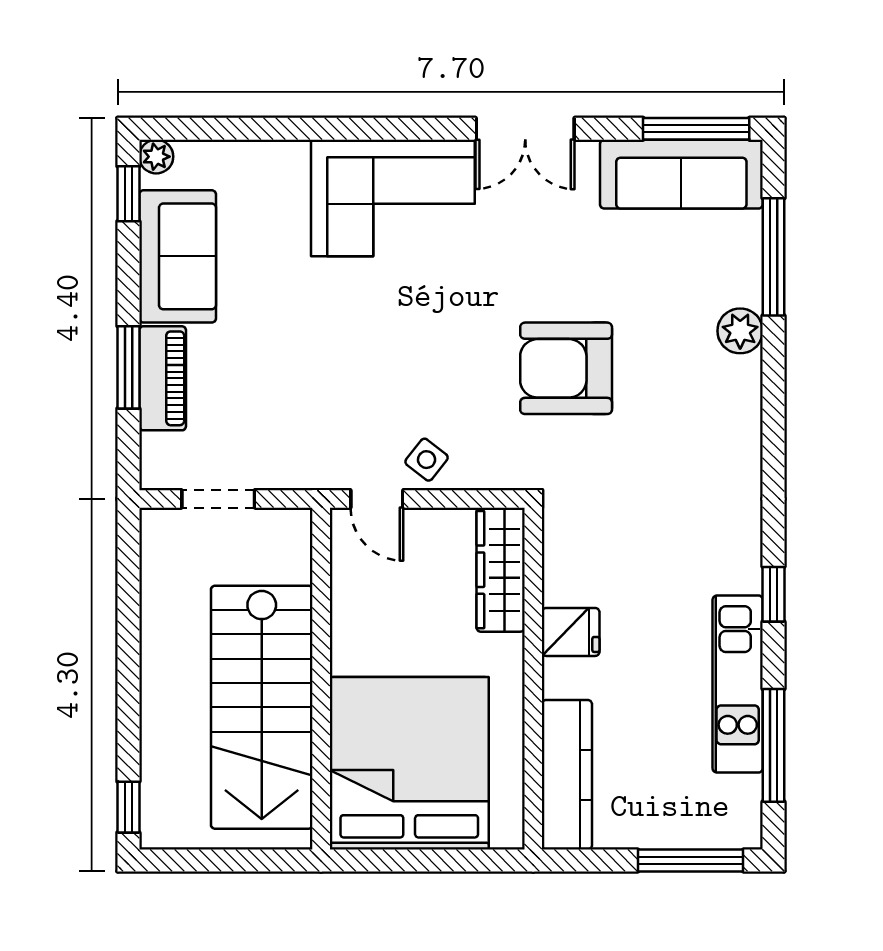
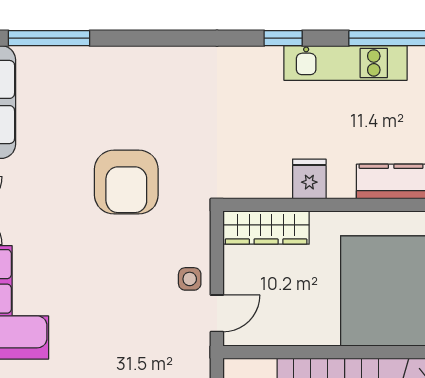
plant: (740, 331) -> (100, 61), removed
side table: (427, 460) -> (190, 279), turned -38

